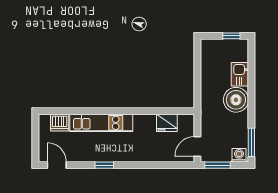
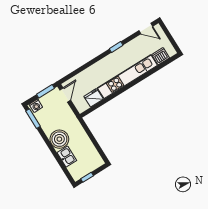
kitchen unit: (101, 123) -> (127, 77), width x1.36

